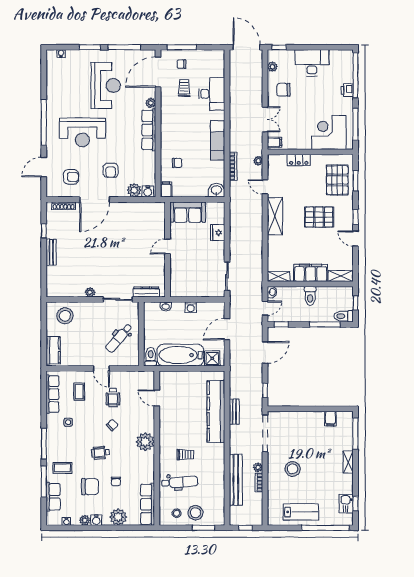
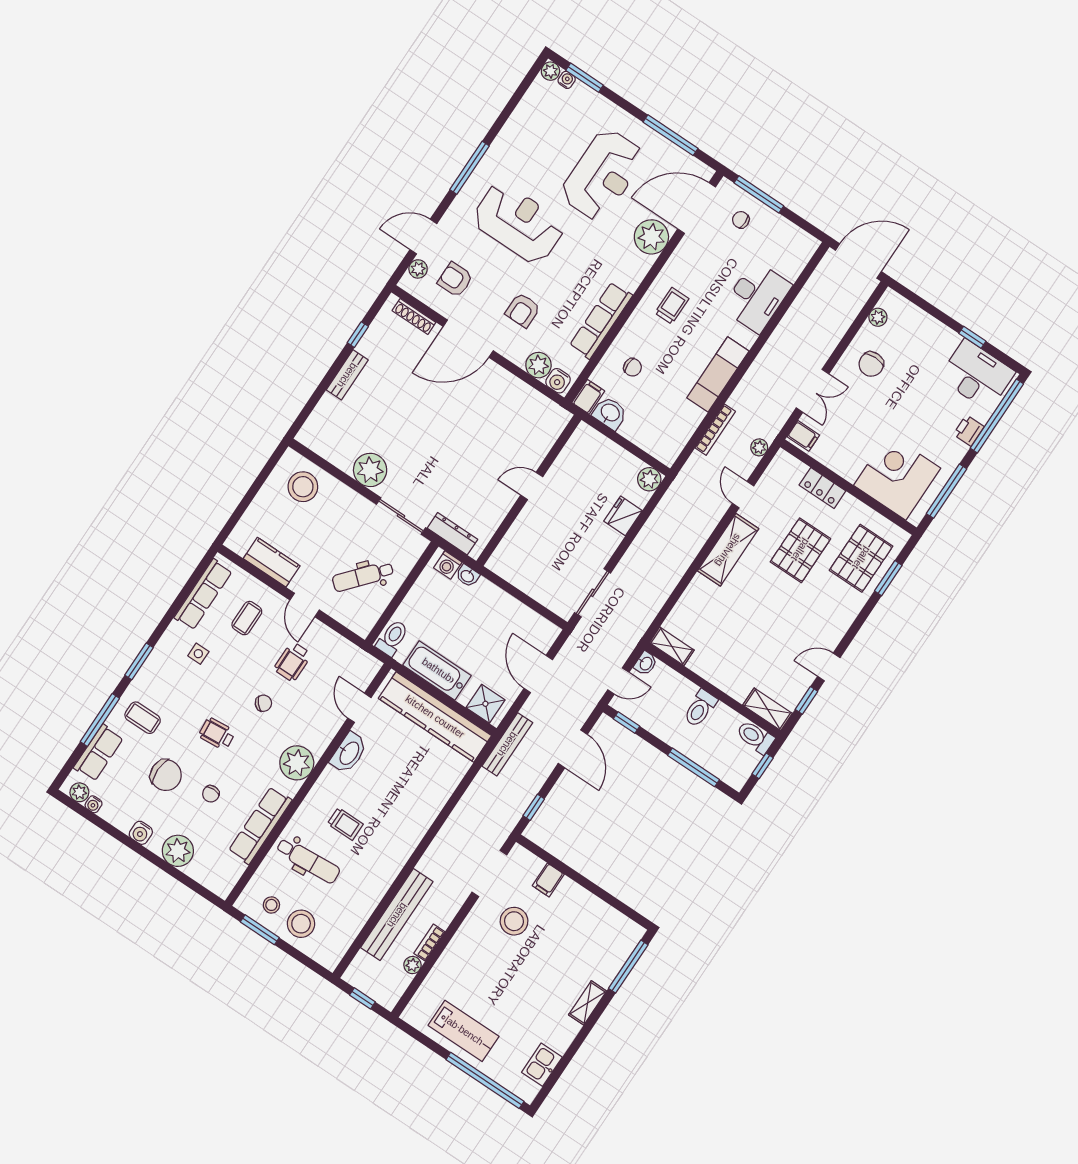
window: (90, 47) -> (585, 78), moved
door: (247, 47) -> (858, 261), hinge flipped
window: (279, 47) -> (972, 337), moved
plant: (51, 55) -> (550, 71), added
desk: (312, 63) -> (977, 375), moved
trolley: (184, 88) -> (672, 306), moved
chair: (283, 90) -> (871, 364), turned -90
plant: (151, 103) -> (651, 237), width x1.88, depth x1.88
window: (44, 122) -> (469, 168), width x0.68
row of seats: (149, 130) -> (601, 320), moved
reception desk: (82, 132) -> (518, 223), turned 180
armchair: (71, 177) -> (455, 280), turned 180
plant: (51, 183) -> (418, 269), added
washbasin: (216, 190) -> (610, 413), moved
plant: (218, 208) -> (649, 479), added
sofa: (188, 212) -> (598, 454), removed
pallet: (319, 217) -> (800, 550), moved, turned 90
window: (355, 217) -> (806, 700), moved
door: (355, 239) -> (829, 667), hinge flipped
filing cabinet: (311, 273) -> (724, 674), removed
plant: (90, 292) -> (370, 470), width x1.87, depth x1.87
washing machine: (191, 307) -> (448, 565), moved
toilet: (343, 316) -> (755, 737), moved
door: (227, 329) -> (538, 674), hinge flipped
kitchen counter: (53, 350) -> (272, 562), moved, turned -90
door: (265, 352) -> (573, 749), hinge flipped
bathtub: (180, 355) -> (437, 670), width x0.73, depth x0.73
kitchen counter: (216, 411) -> (435, 717), moved, turned -90
bench: (234, 412) -> (507, 744), moved, width x1.36
filing cabinet: (330, 419) -> (548, 880), moved
washbasin: (166, 422) -> (349, 753), added
doorway: (265, 433) -> (489, 874), width x0.73
window: (44, 444) -> (139, 661), width x0.69
plant: (258, 467) -> (412, 965), moved
stool: (293, 469) -> (514, 921), moved
row of seats: (148, 504) -> (260, 825), moved
window: (355, 504) -> (556, 1074), removed
plant: (85, 520) -> (79, 792), moved
window: (204, 528) -> (260, 930), moved

